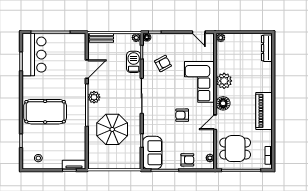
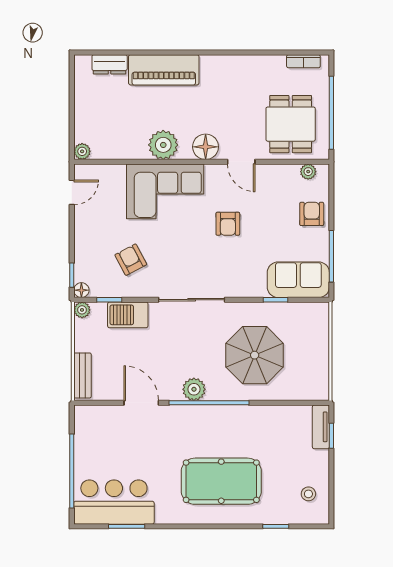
dresser: (267, 48) -> (110, 64), width x0.70
piano: (264, 111) -> (164, 70), moved
pool table: (45, 112) -> (221, 481), turned 90

